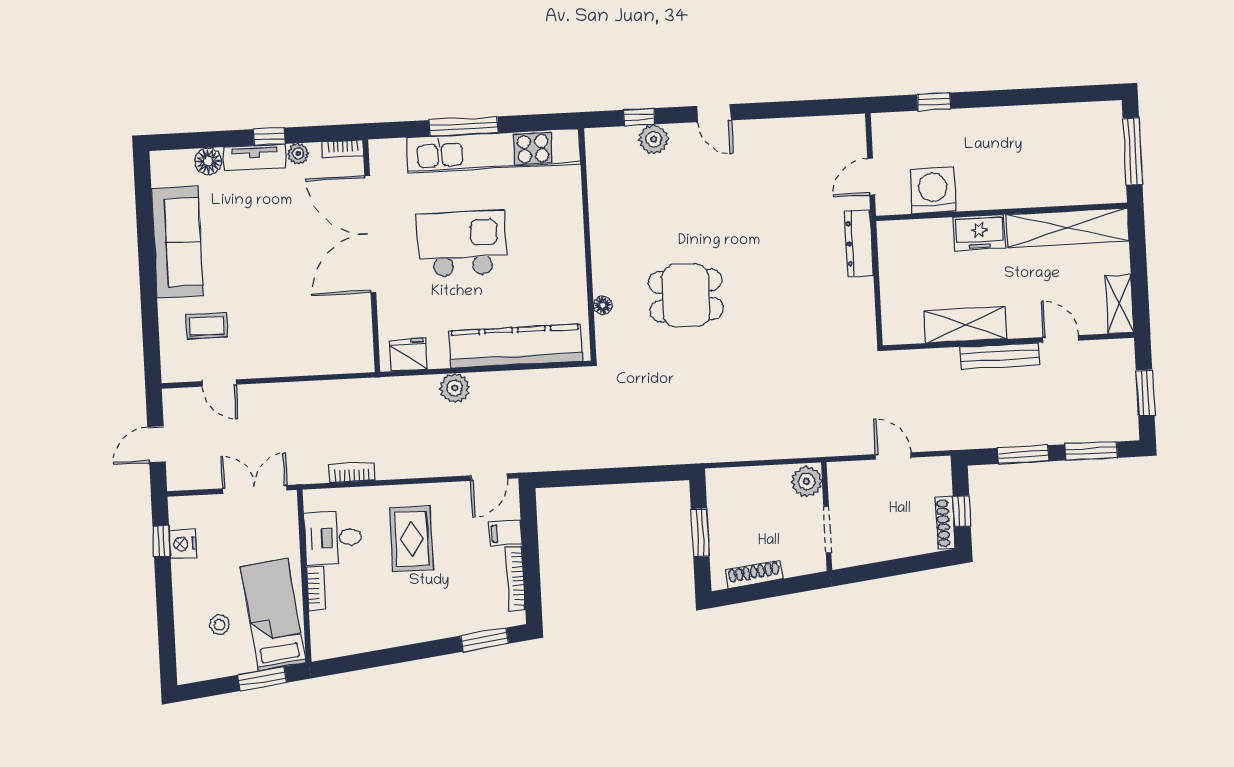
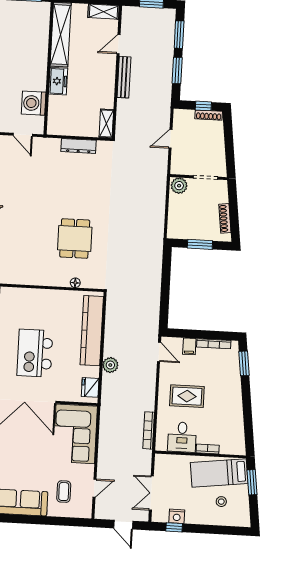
dresser: (859, 243) -> (78, 146), moved
shelving: (965, 325) -> (106, 124), moved, width x0.67, depth x0.75
corner sofa: (318, 336) -> (75, 434), added
bookcase: (352, 473) -> (149, 430), width x1.56
double door: (255, 489) -> (151, 493), moved

